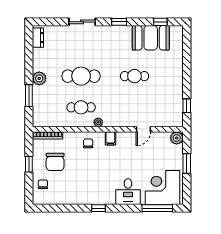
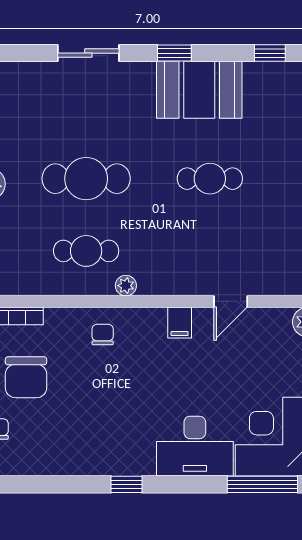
booth: (151, 38) -> (199, 90), moved
filing cabinet: (110, 138) -> (180, 323), moved
desk: (128, 192) -> (195, 446), width x1.37

